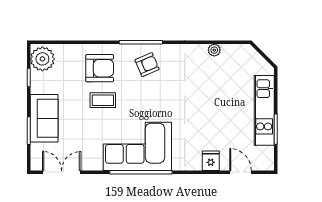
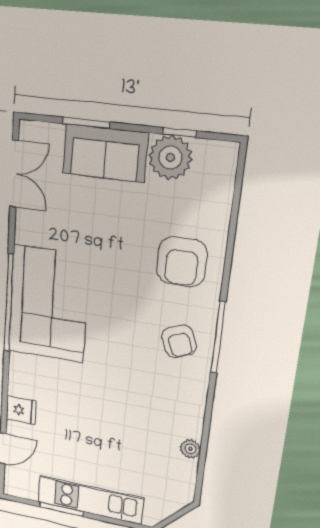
plant: (42, 59) -> (170, 158), moved
coffee table: (103, 100) -> (127, 259), removed

